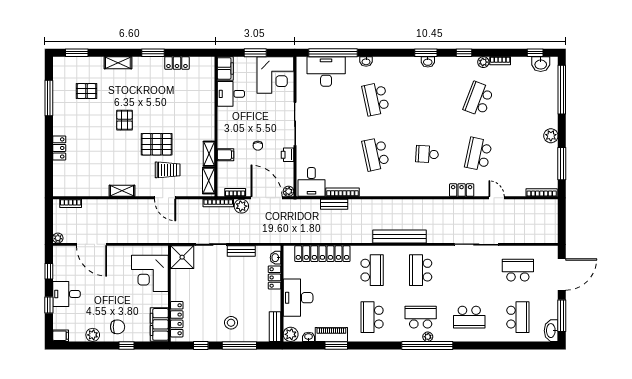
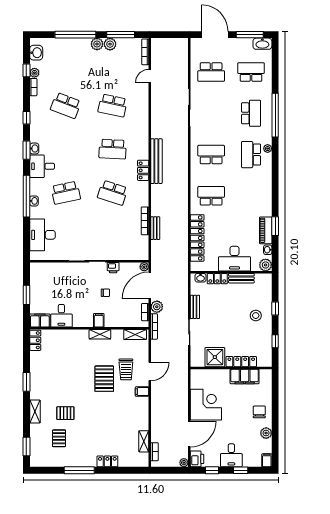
window: (333, 53) -> (26, 196), moved
window: (535, 53) -> (26, 70), moved
plant: (483, 62) -> (34, 73), moved
locker: (177, 63) -> (35, 340), moved
corner desk: (275, 75) -> (45, 278), removed
window: (562, 90) -> (75, 35), moved
window: (49, 98) -> (79, 470), moved
pallet: (124, 120) -> (65, 413), moved
plant: (551, 151) -> (110, 44), added
shelving: (209, 154) -> (100, 334), moved
school desk: (376, 154) -> (113, 193), turned 30
school desk: (427, 154) -> (113, 149), width x1.85
filing cabinet: (225, 155) -> (99, 320), moved
trolley: (168, 170) -> (126, 369), turned 180
desk: (311, 182) -> (42, 166), moved, turned 180
filing cabinet: (141, 189) -> (142, 392), added
locker: (462, 190) -> (143, 170), moved
shelving: (122, 191) -> (144, 441), moved
door: (497, 198) -> (150, 76), moved
bench: (400, 237) -> (156, 161), moved
printer: (62, 254) -> (197, 459), added
shower: (182, 257) -> (215, 357), moved
school desk: (421, 270) -> (211, 155), turned 180
school desk: (518, 270) -> (211, 72), turned -90
corner desk: (150, 273) -> (206, 405), moved, turned -90
school desk: (372, 317) -> (251, 196), removed
locker: (177, 319) -> (241, 362), moved
filing cabinet: (159, 324) -> (245, 376), moved
bench: (275, 327) -> (241, 278), moved
window: (127, 345) -> (275, 404), removed
window: (239, 345) -> (275, 308), width x0.46
window: (427, 345) -> (275, 115), moved

